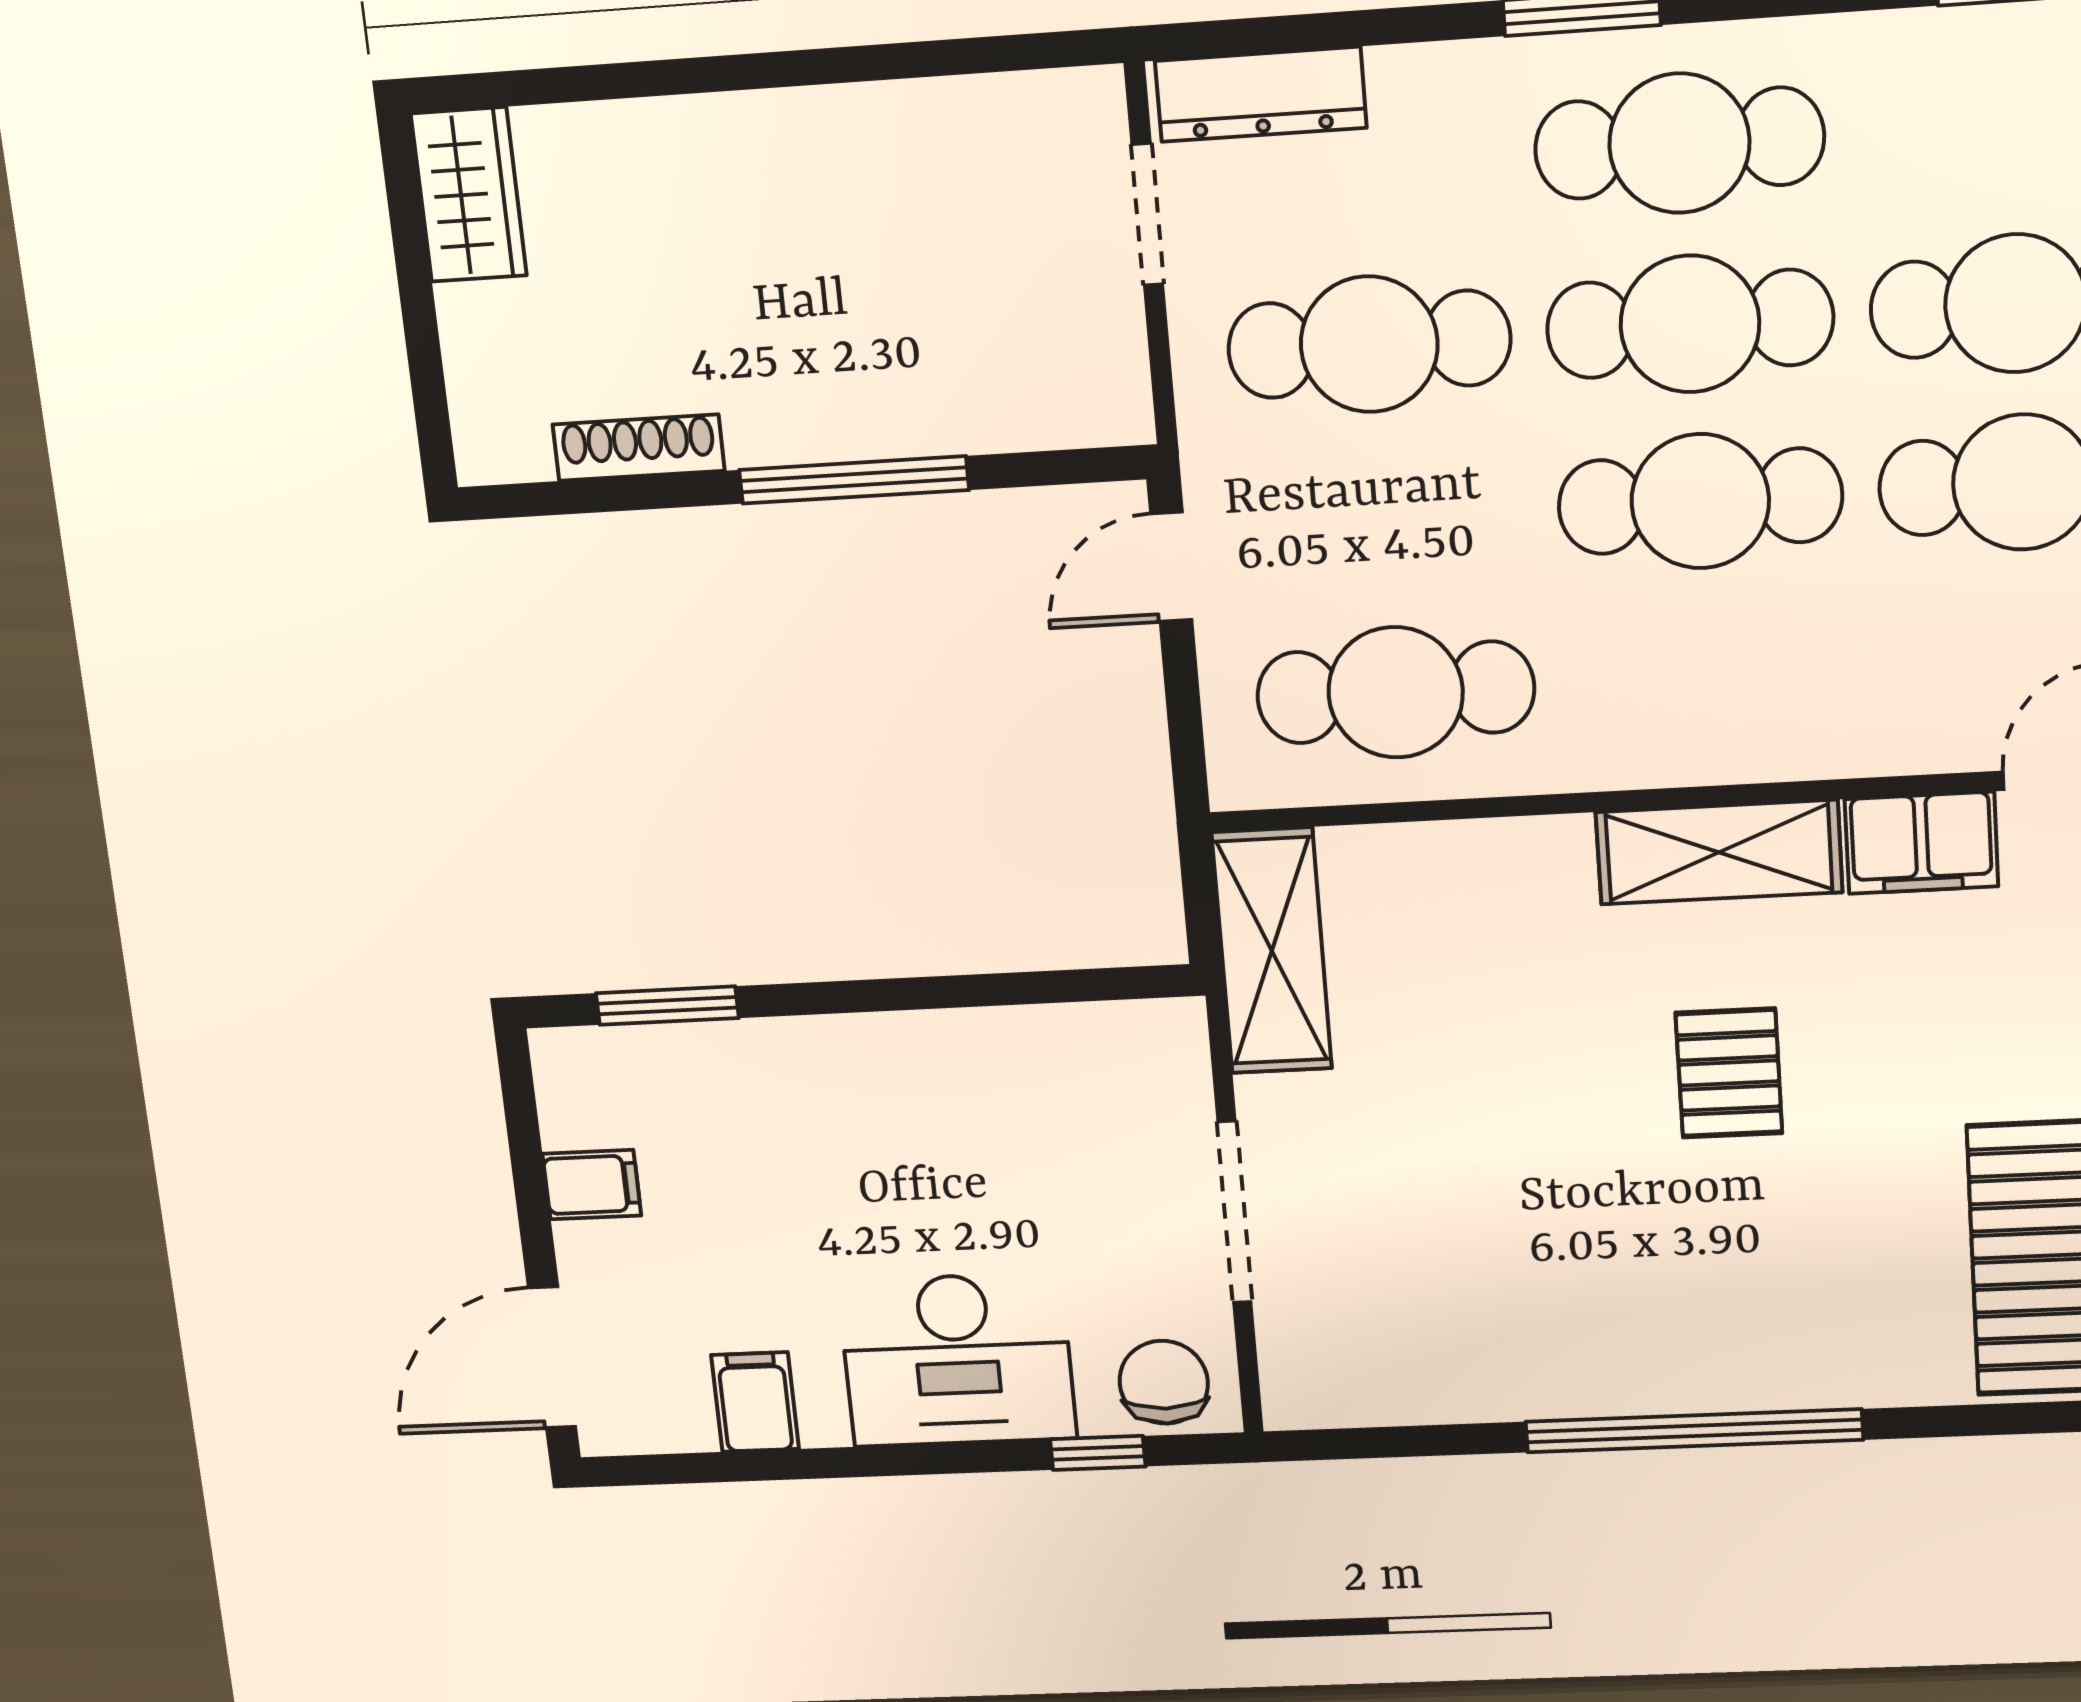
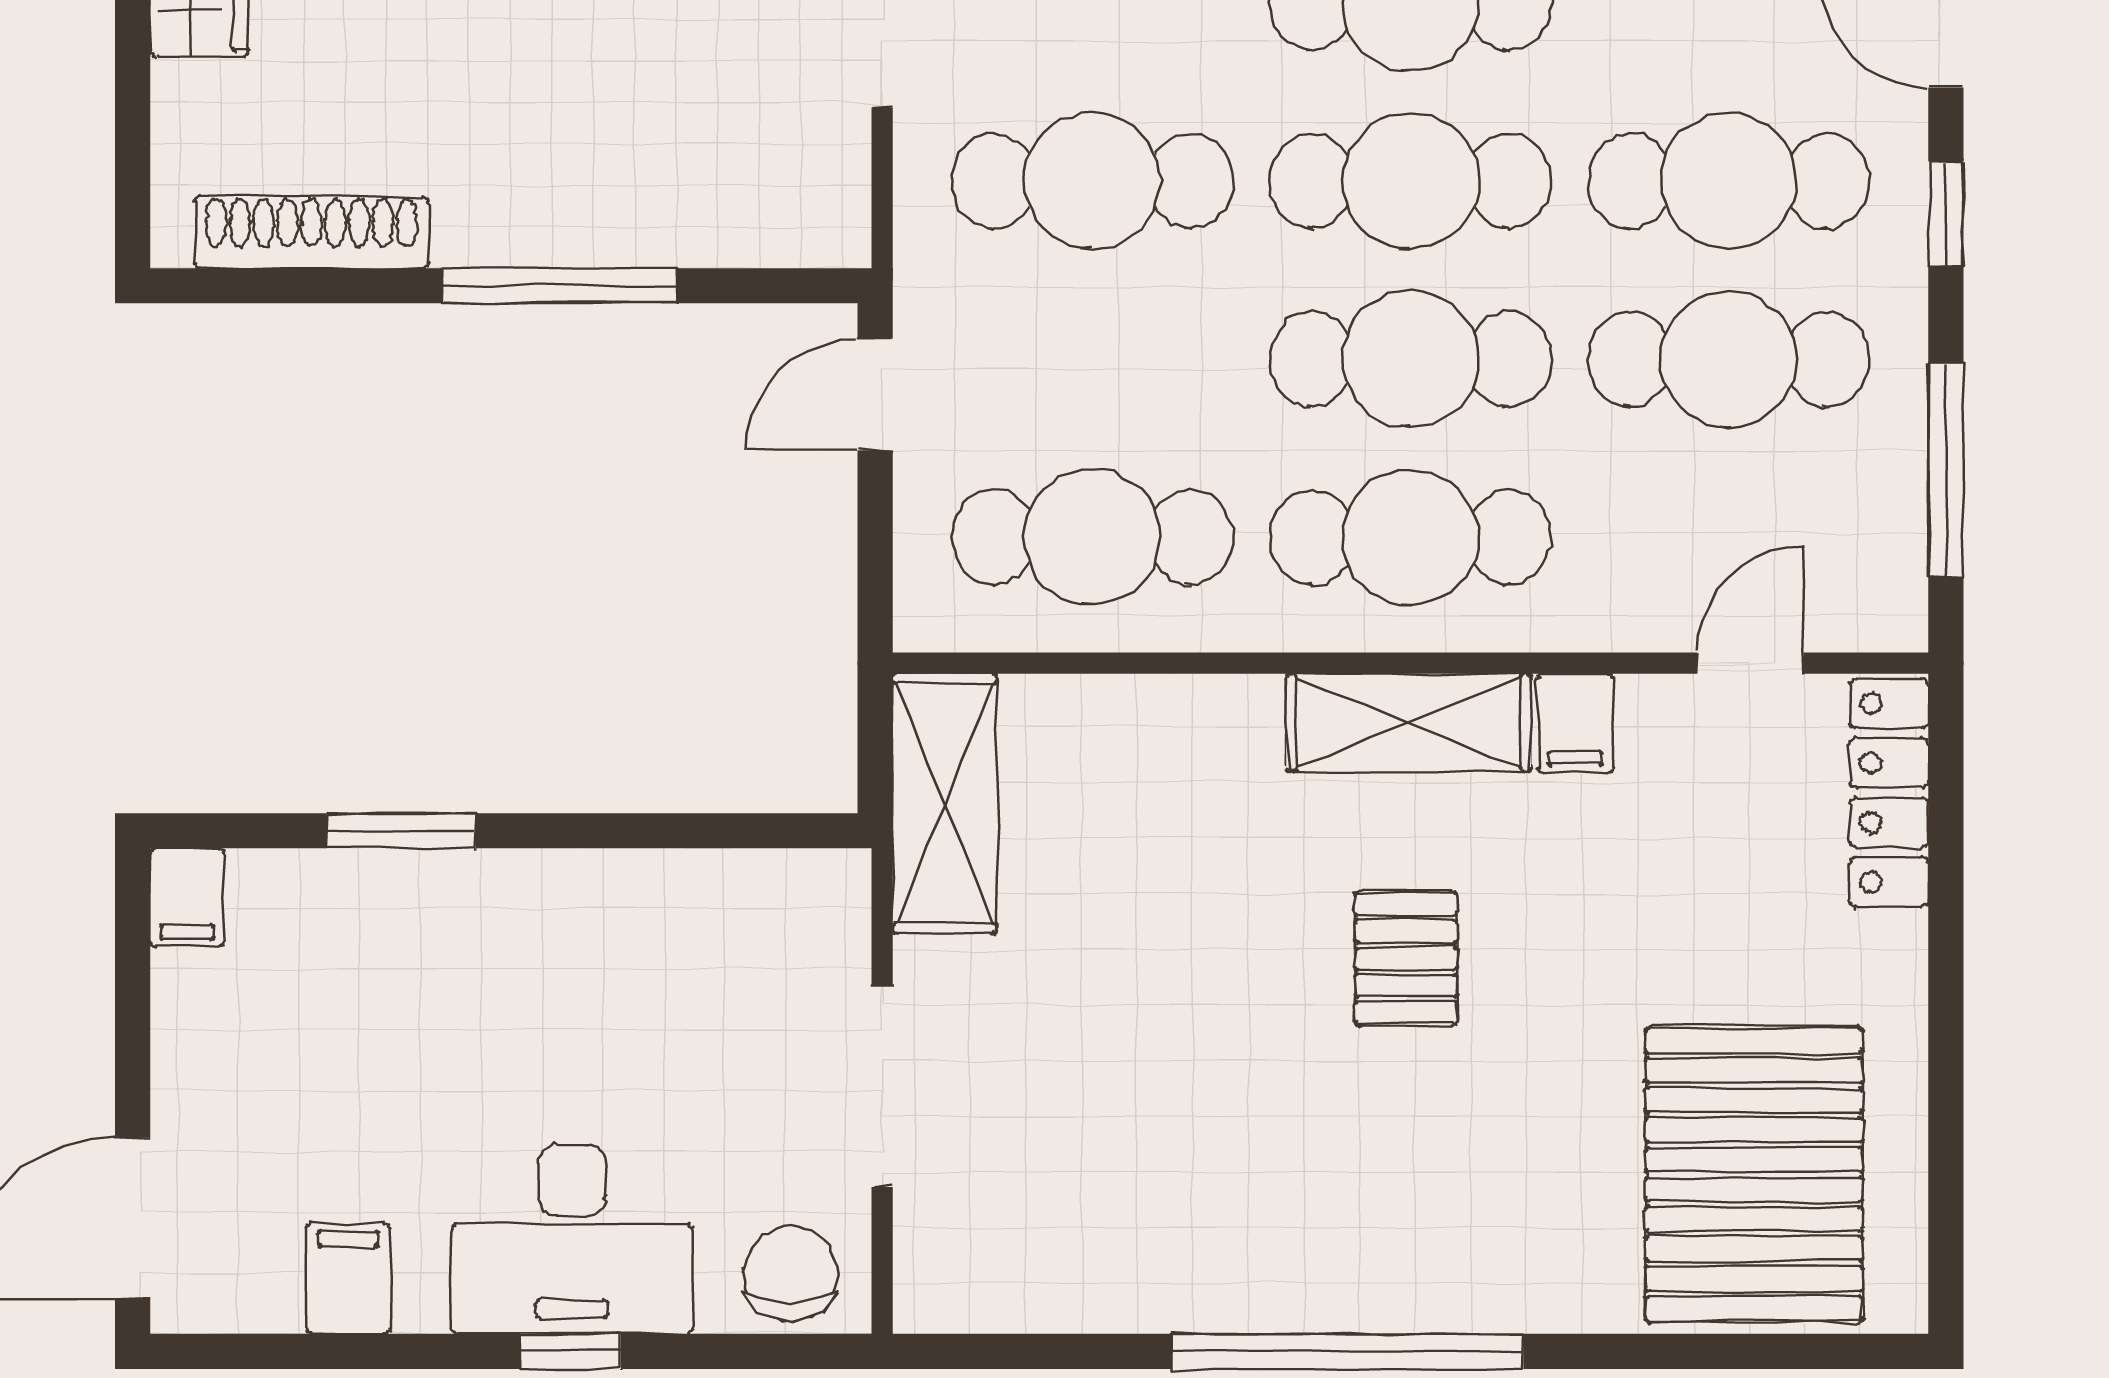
shoe rack: (639, 448) -> (311, 232), width x1.36, depth x1.24
cafe table: (1710, 675) -> (1410, 537), added
filing cabinet: (1921, 843) -> (1575, 723), width x0.50
window: (667, 1006) -> (401, 831), moved
filing cabinet: (592, 1185) -> (187, 898), moved, turned 90
window: (1098, 1453) -> (571, 1351), moved

